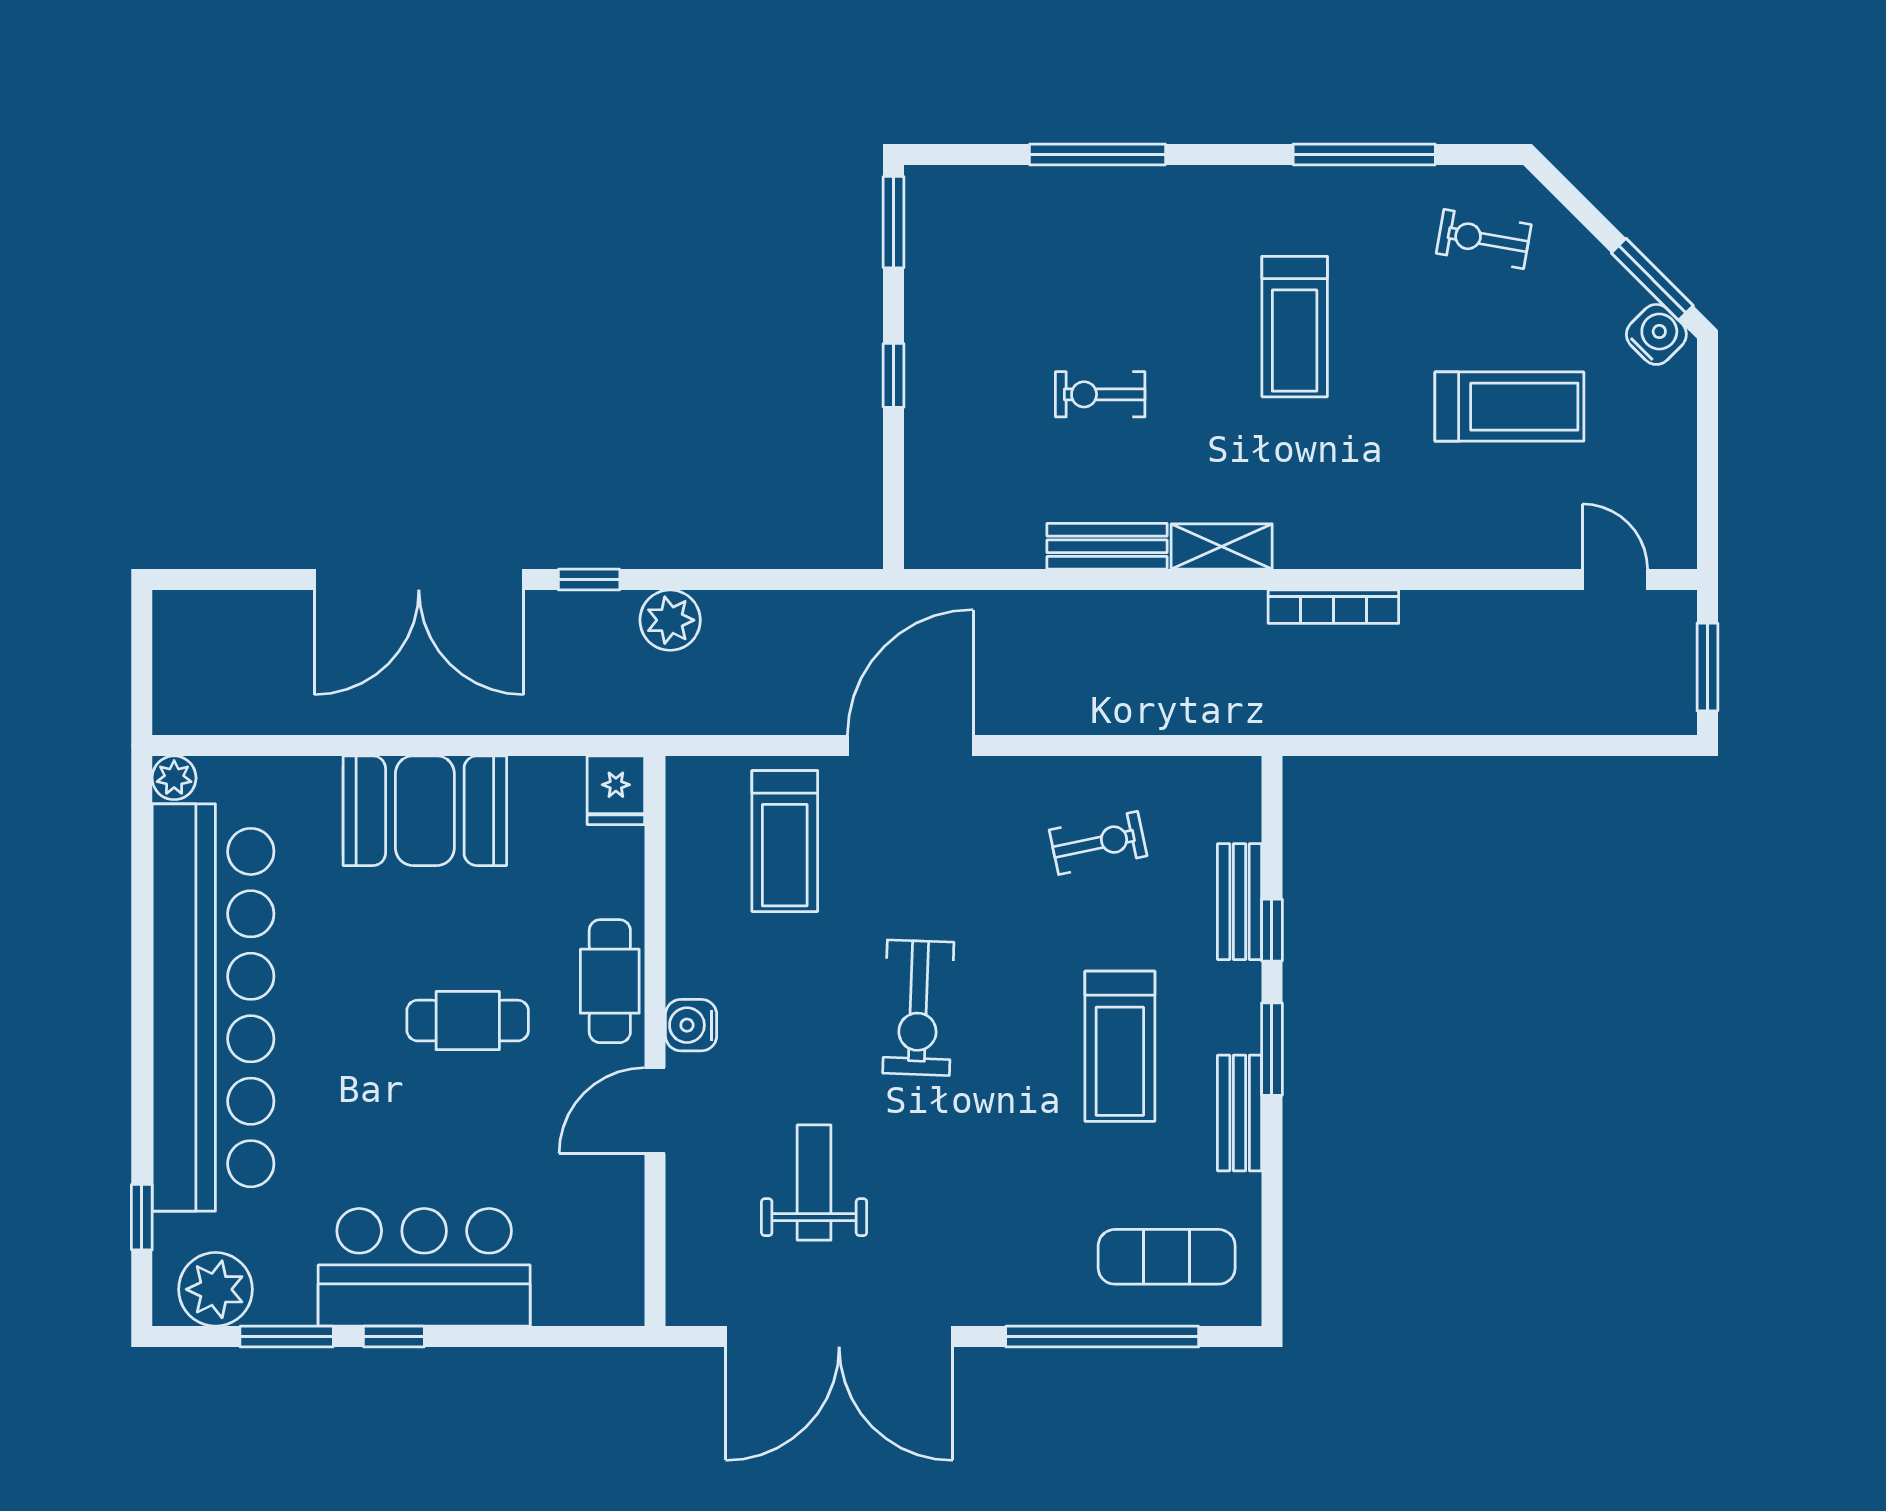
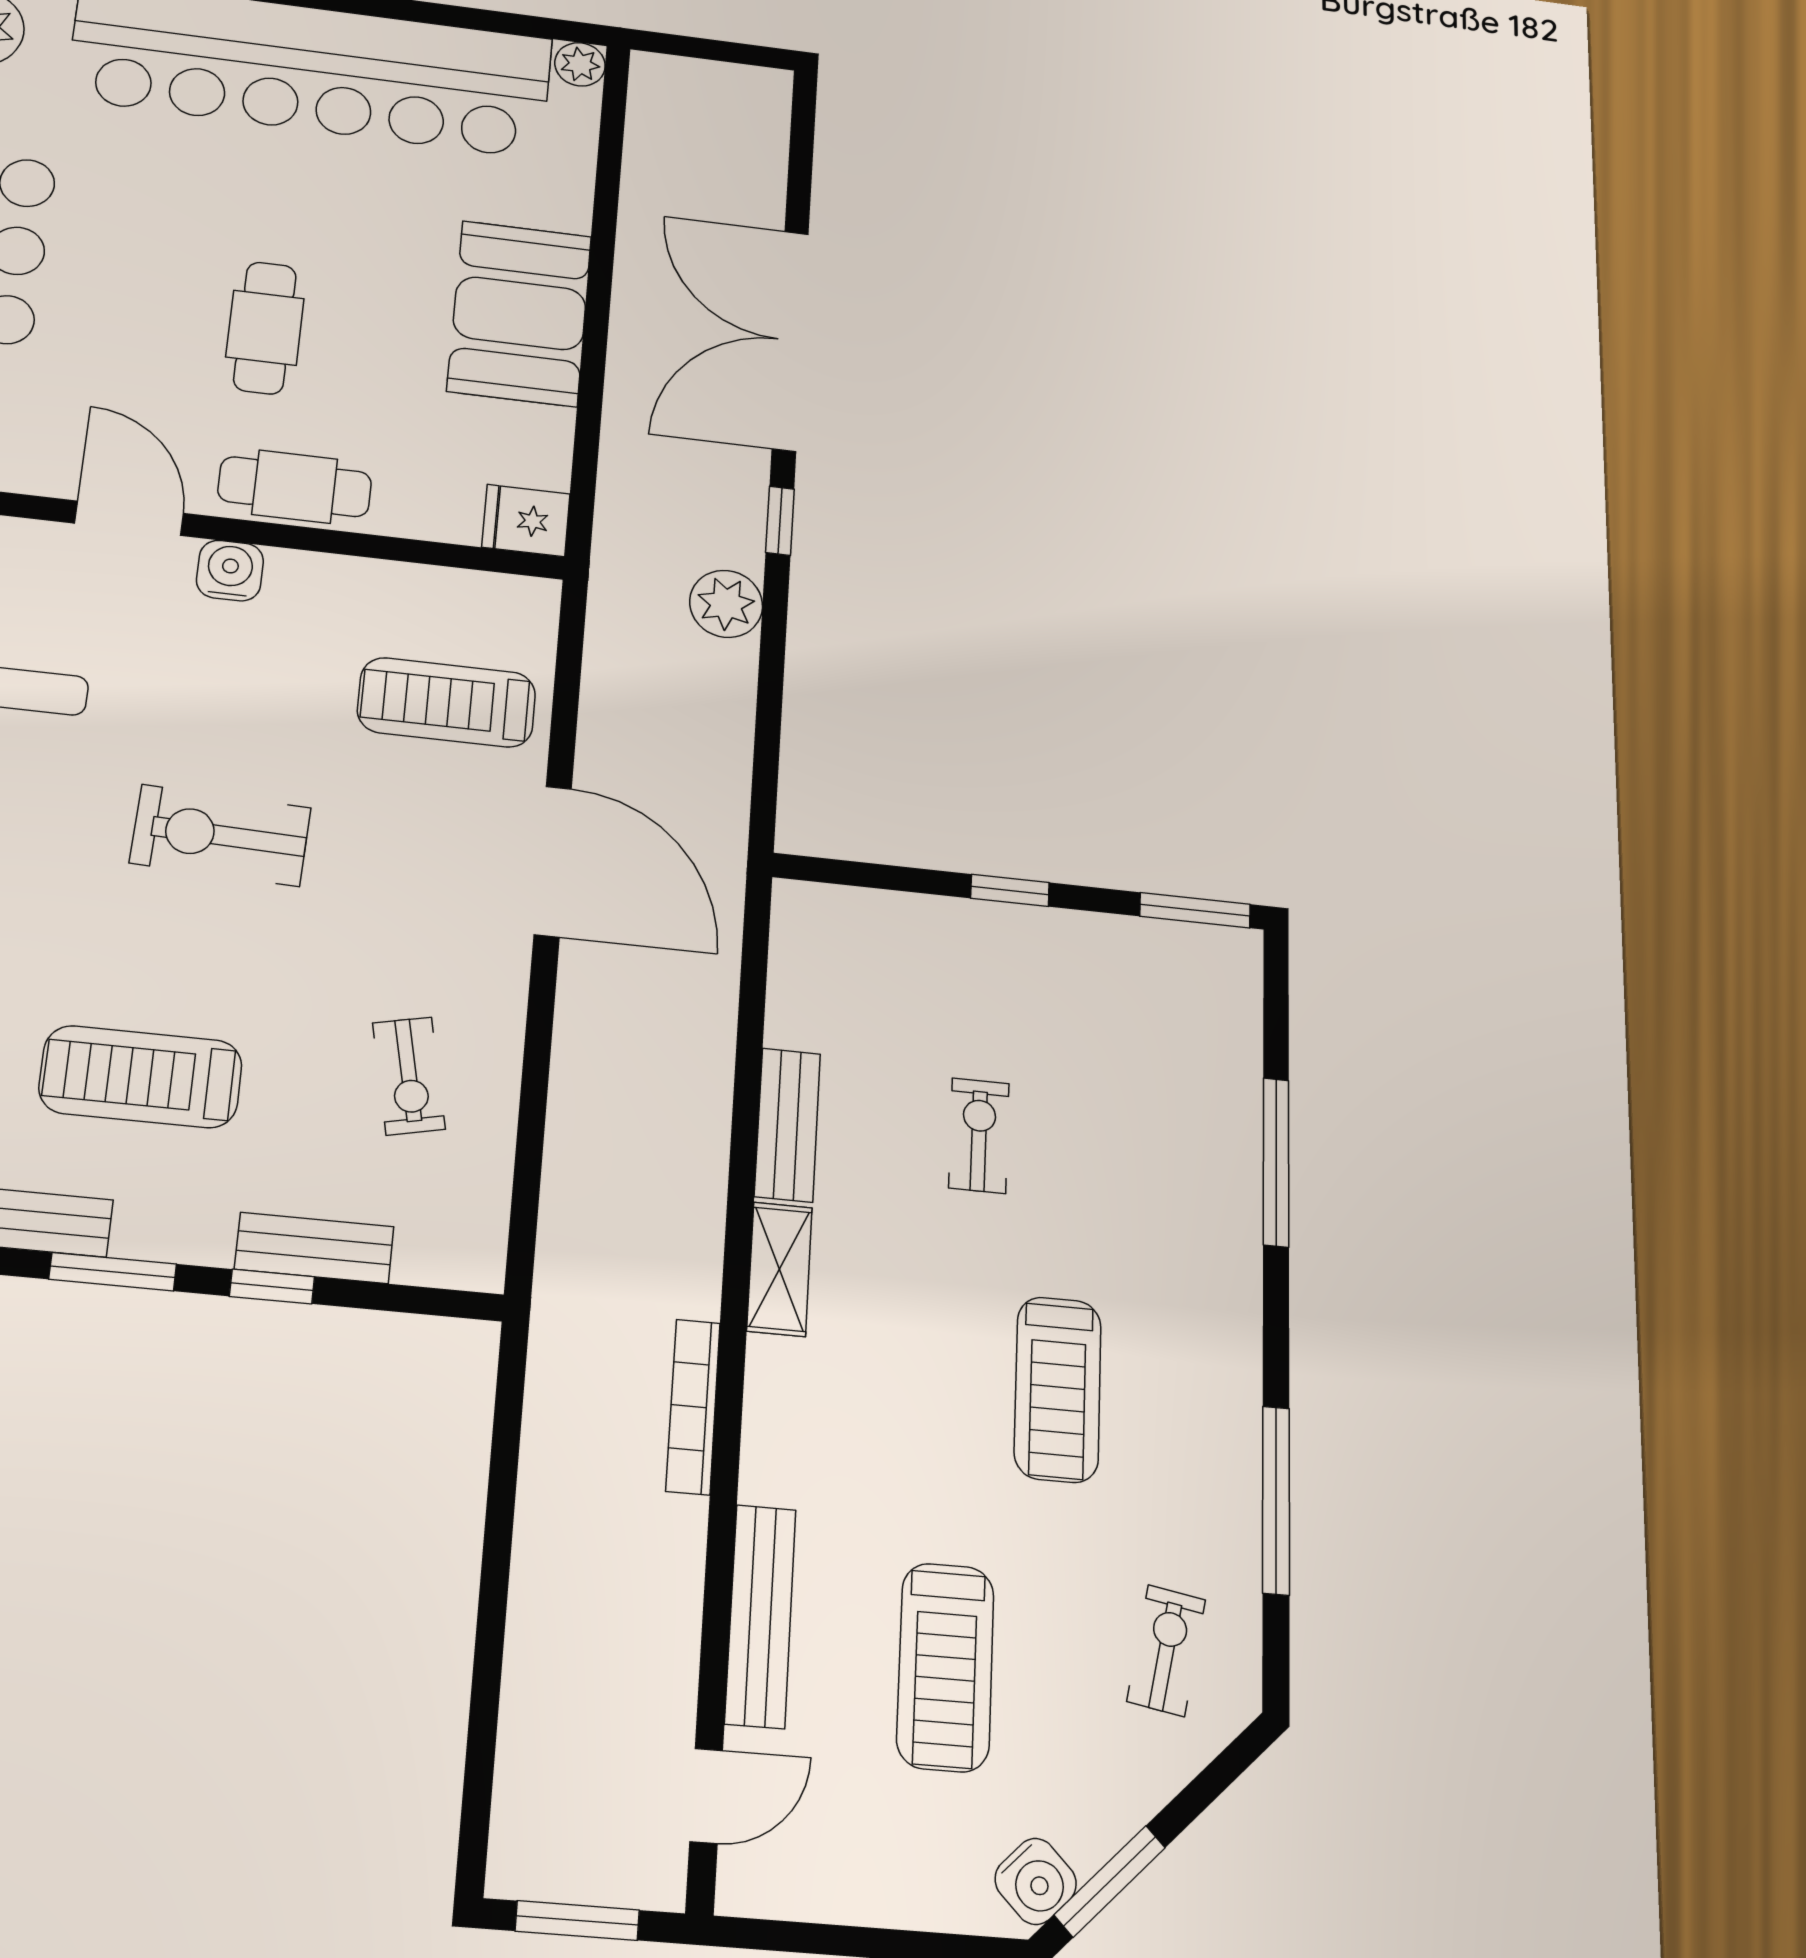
treadmill: (1295, 327) -> (1058, 1389), turned -90
bench: (1484, 547) -> (760, 1616), added

